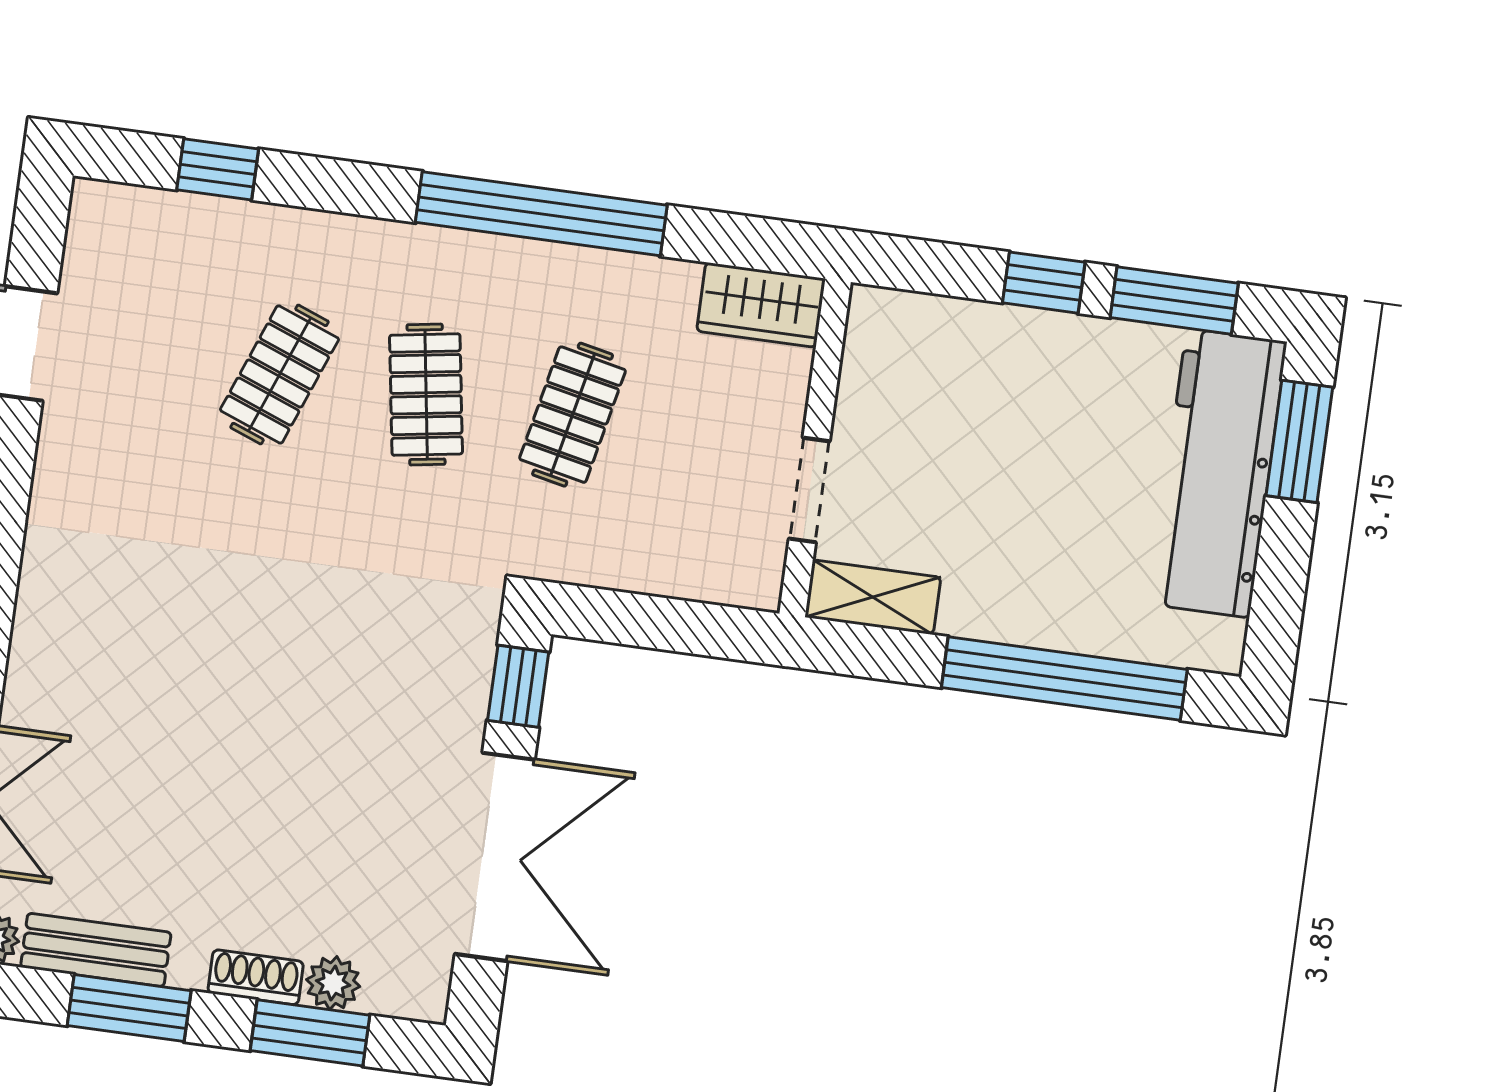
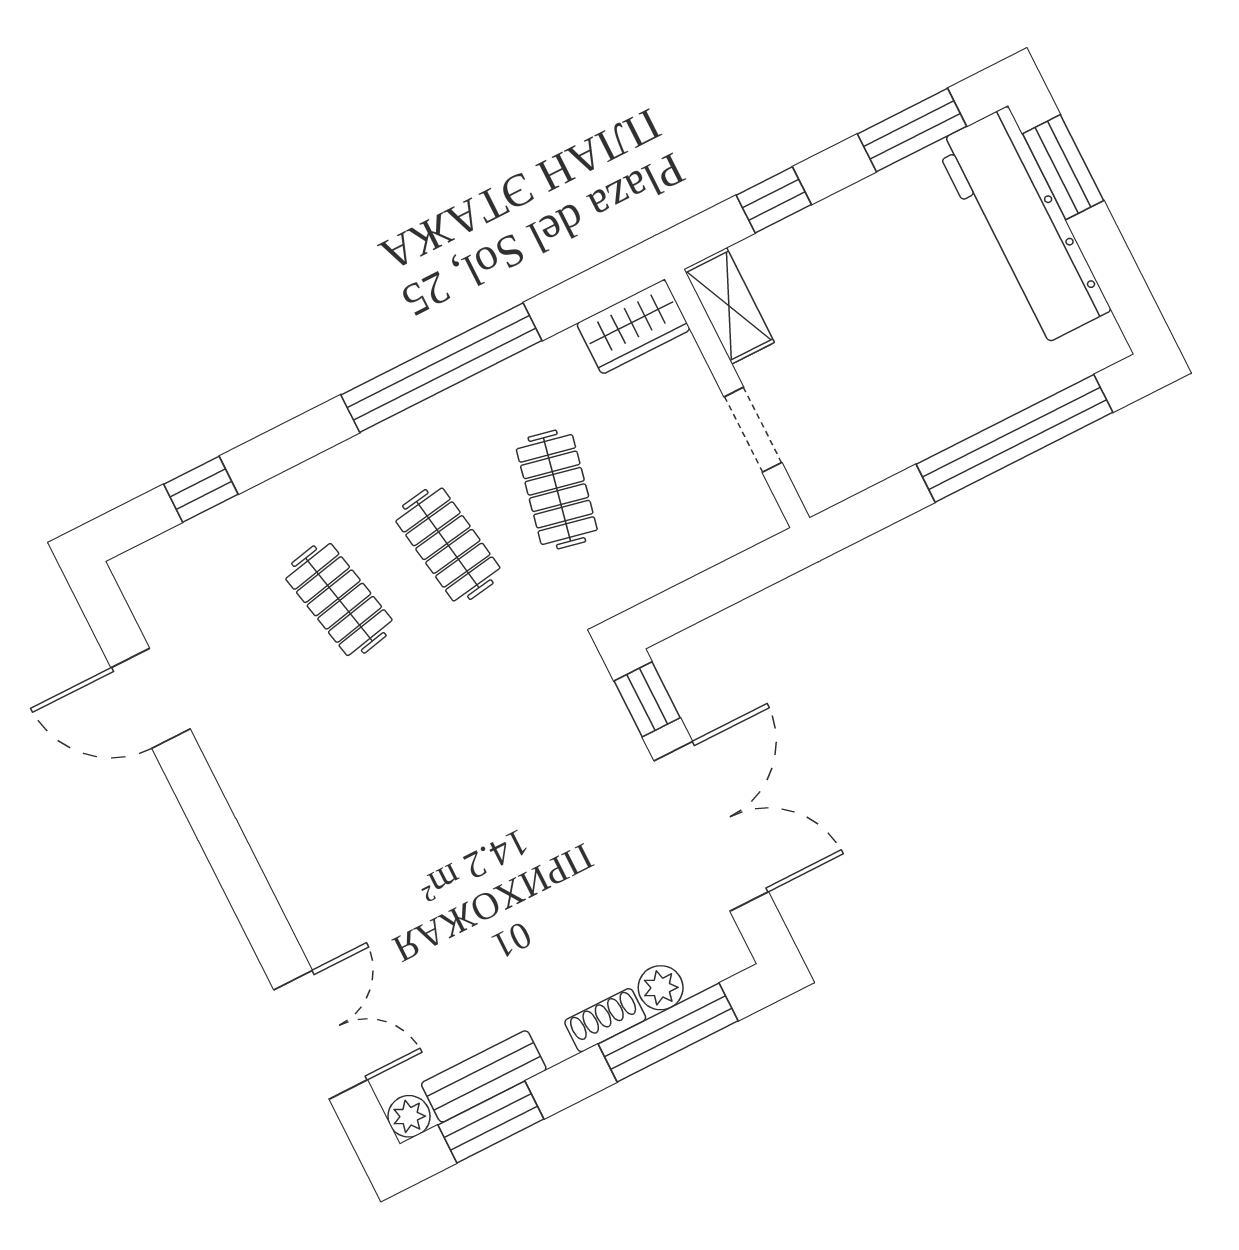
window: (1044, 283) -> (774, 200), moved
clothes rail: (279, 374) -> (339, 600), turned -33
shelving: (873, 597) -> (729, 306), moved, turned 90
window: (129, 1008) -> (491, 1122), moved
window: (310, 1033) -> (668, 1032), width x1.44

